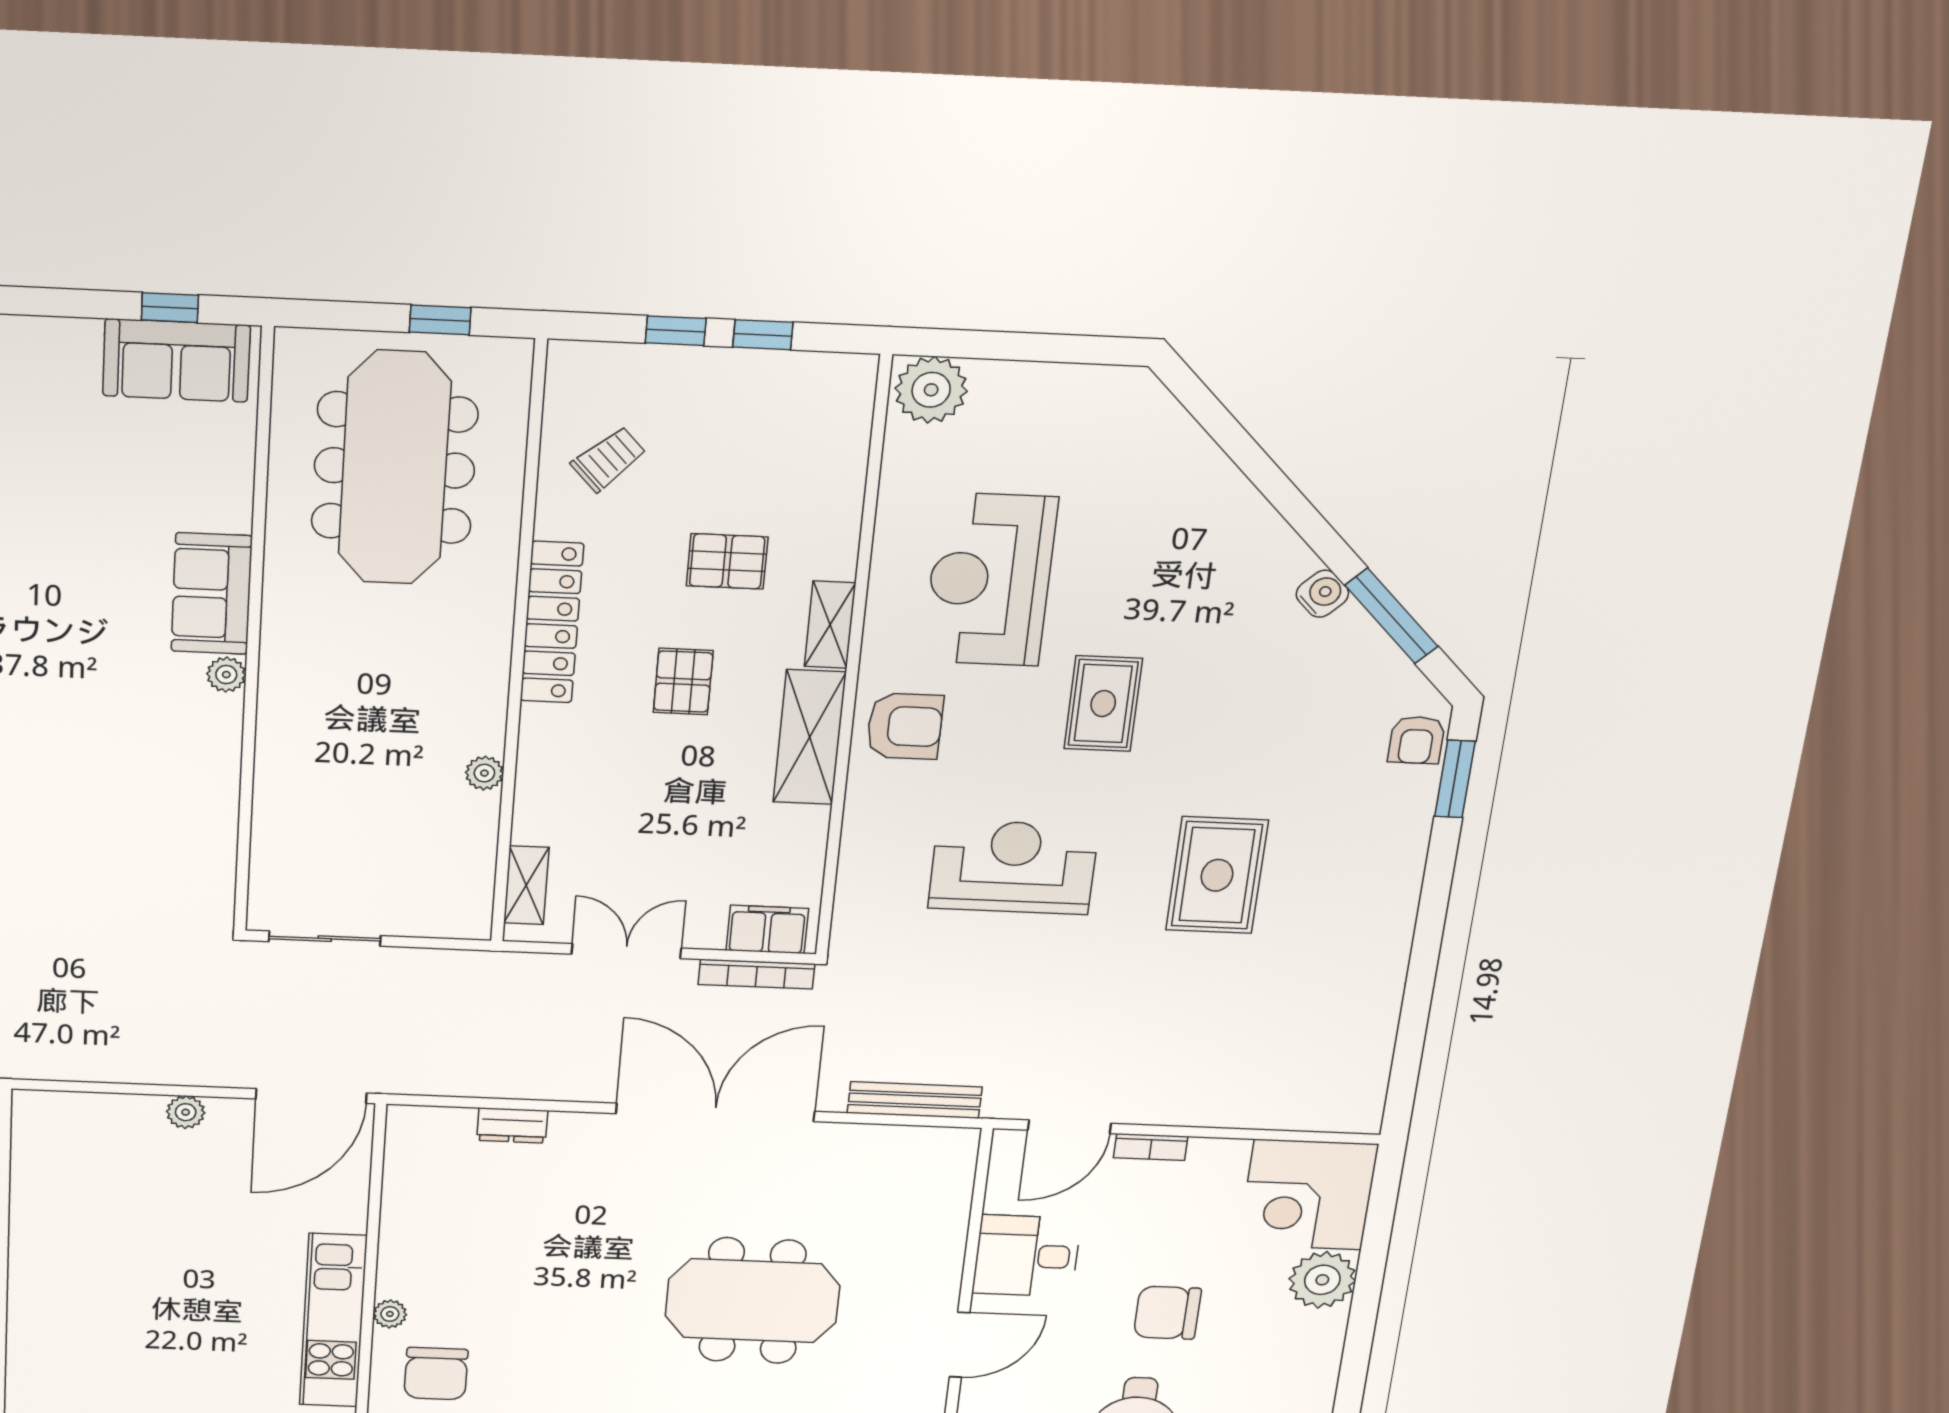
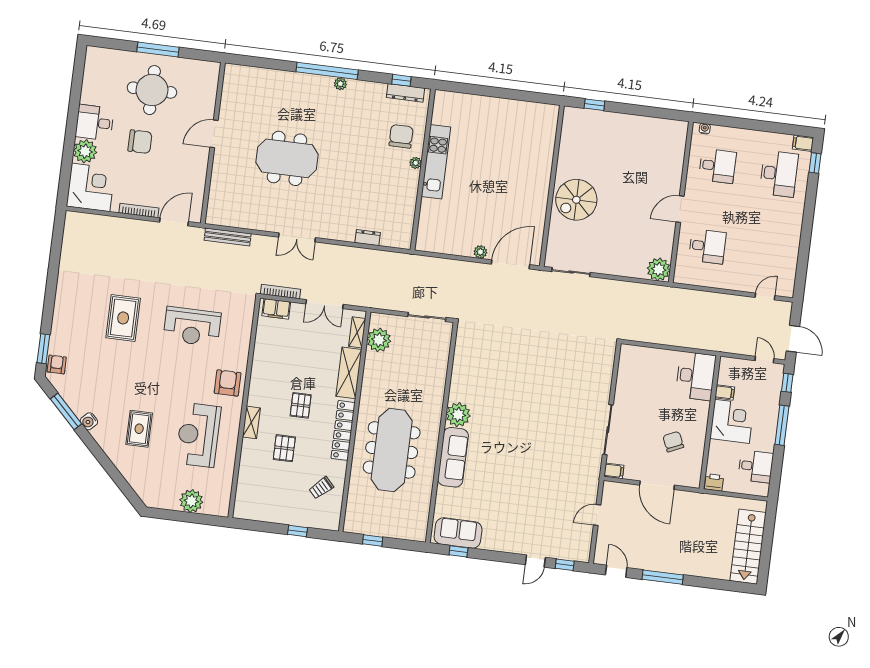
window: (763, 335) -> (270, 527), removed
plant: (931, 390) -> (191, 501), moved
meeting table: (394, 468) -> (392, 450), moved
pallet: (727, 561) -> (284, 448), turned 90
reception desk: (990, 580) -> (198, 435), turned 180
sofa: (212, 594) -> (453, 457), width x1.36
plant: (226, 675) -> (458, 415), width x1.87, depth x1.87
rug: (1103, 704) -> (139, 429), moved
armchair: (905, 726) -> (228, 383), turned 90
shelving: (810, 737) -> (349, 373), moved
plant: (484, 773) -> (379, 340), moved, width x1.87, depth x1.87
door: (311, 1096) -> (510, 264), moved
double door: (715, 1112) -> (297, 237), width x0.54
bookcase: (1151, 1147) -> (139, 210), width x1.56
desk: (1027, 1256) -> (95, 123), moved, turned 180

